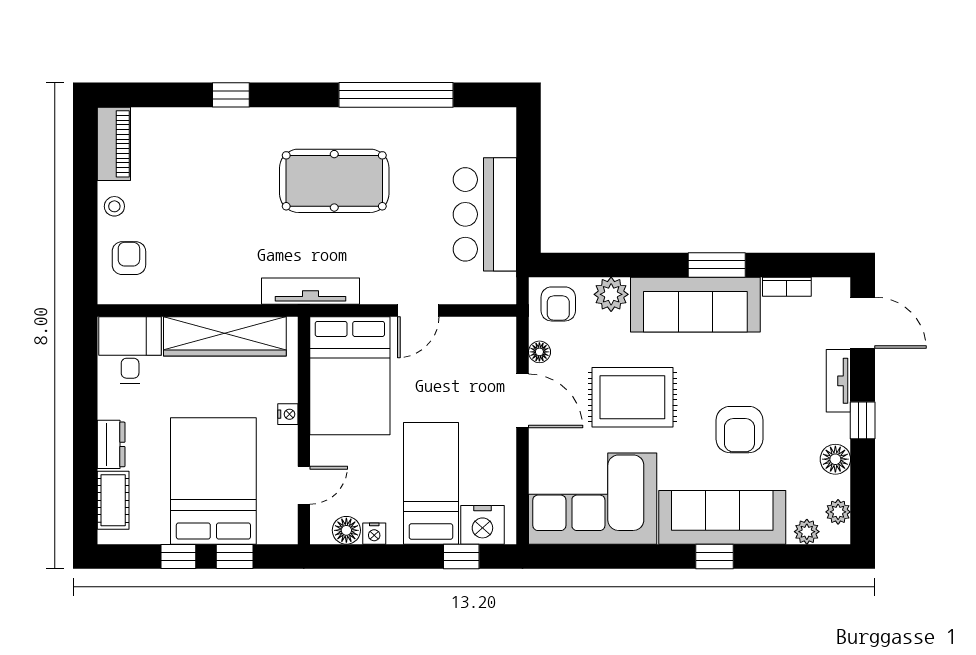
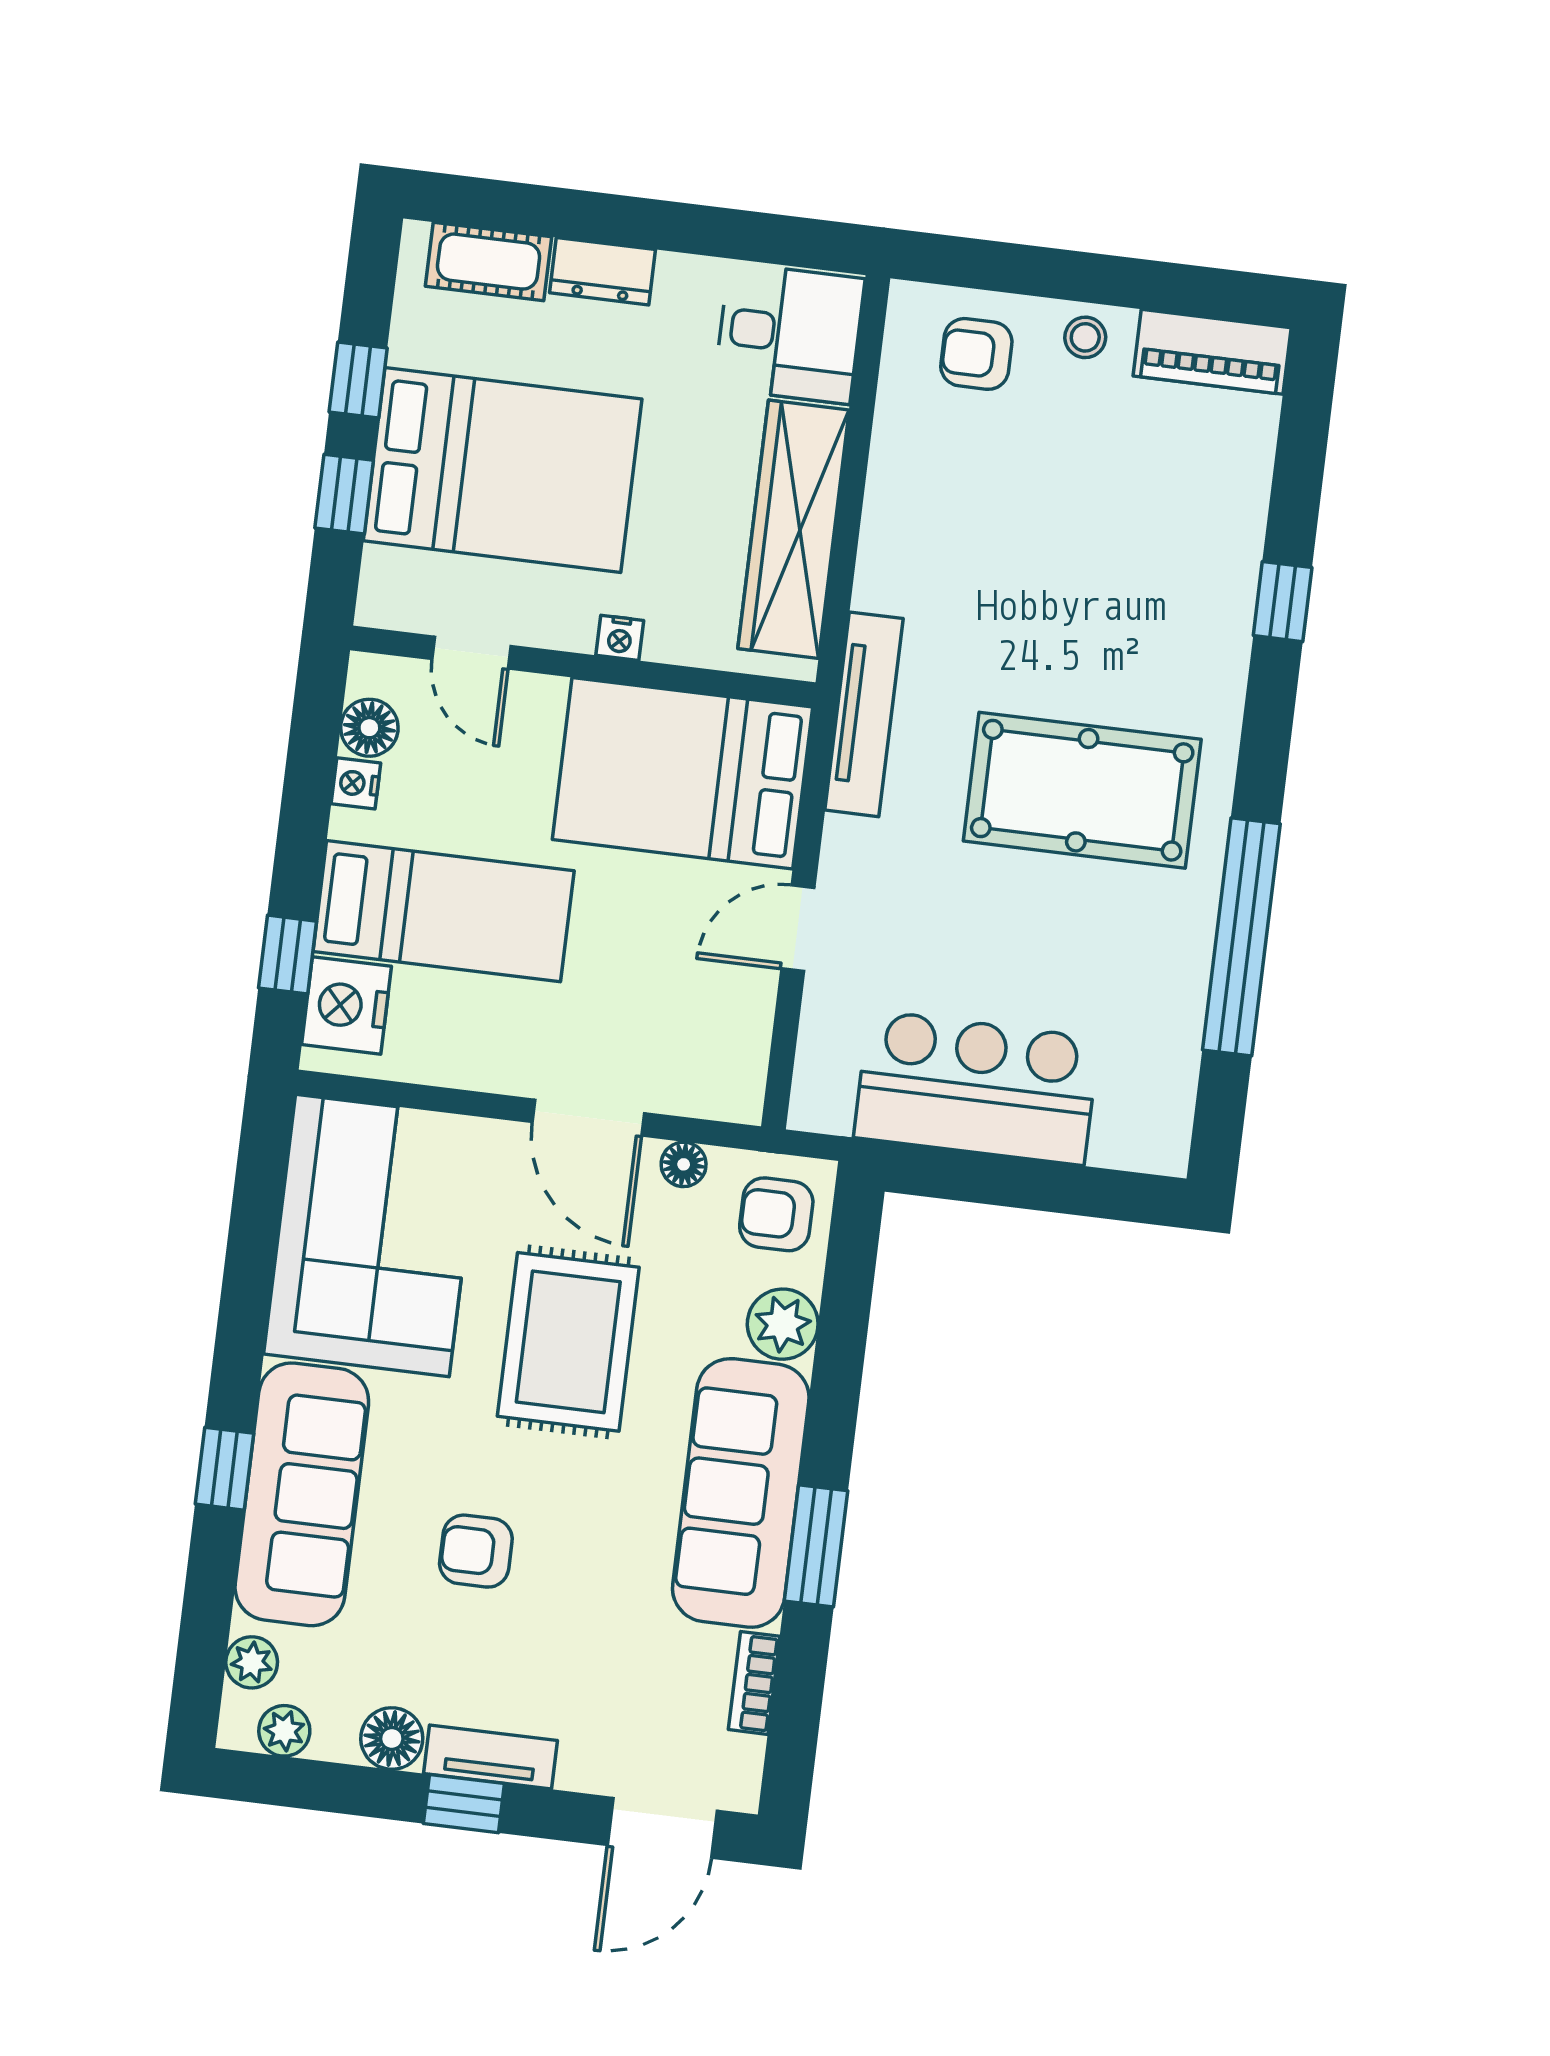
pool table: (334, 181) -> (1082, 790), turned 90
armchair: (129, 258) -> (976, 354), turned 180
door: (418, 310) -> (798, 928), hinge flipped
tv unit: (838, 381) -> (490, 1757), moved
door: (522, 401) -> (588, 1118), hinge flipped
armchair: (739, 430) -> (476, 1551), width x0.72, depth x0.72

